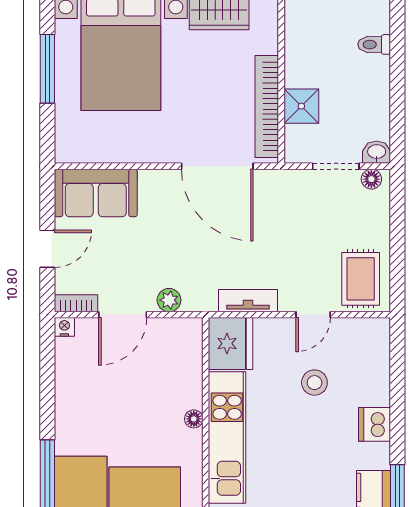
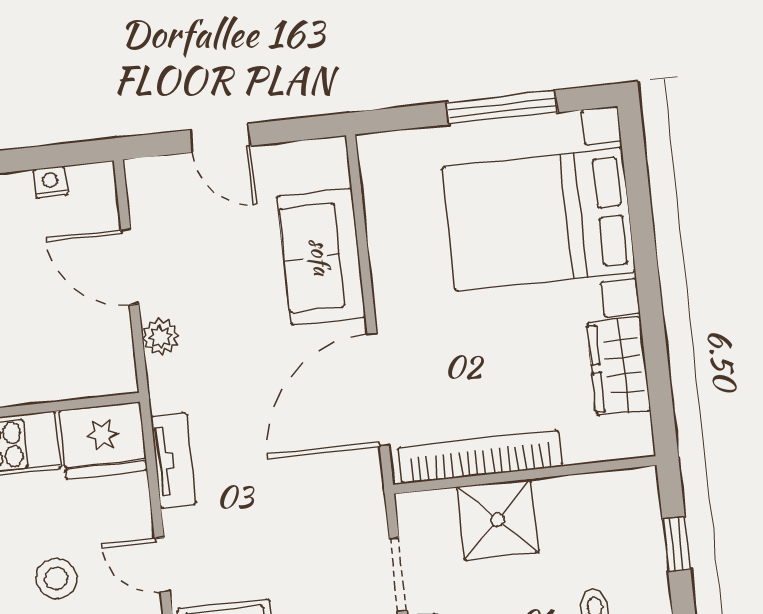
shower: (301, 106) -> (498, 520), width x1.36, depth x1.36
sofa: (96, 193) -> (321, 257), moved
bookcase: (76, 303) -> (140, 192), removed
nightstand: (64, 327) -> (50, 182), moved, turned -90

